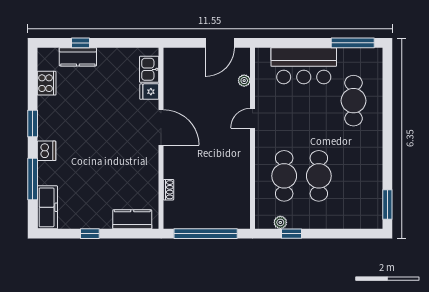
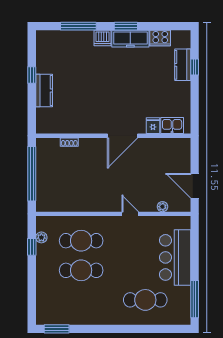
freezer: (47, 207) -> (130, 39), moved
kitchen counter: (132, 219) -> (44, 91), moved

